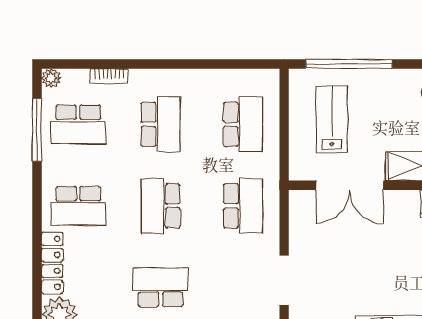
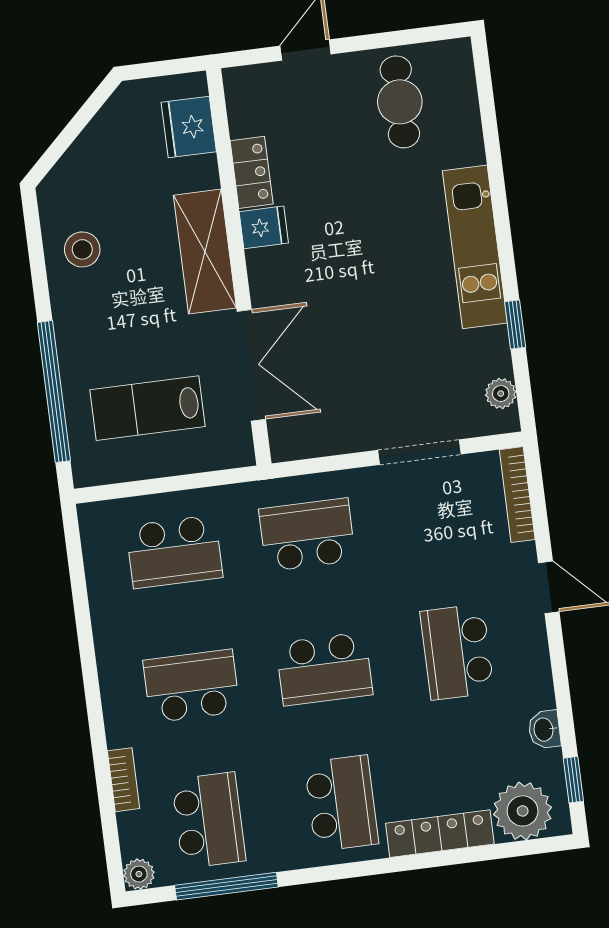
school desk: (243, 124) -> (174, 552), turned 180

